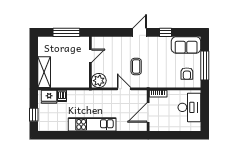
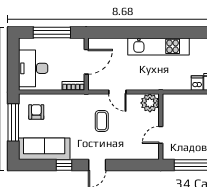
sofa: (186, 45) -> (44, 149), width x1.36
window: (175, 135) -> (52, 32), added

